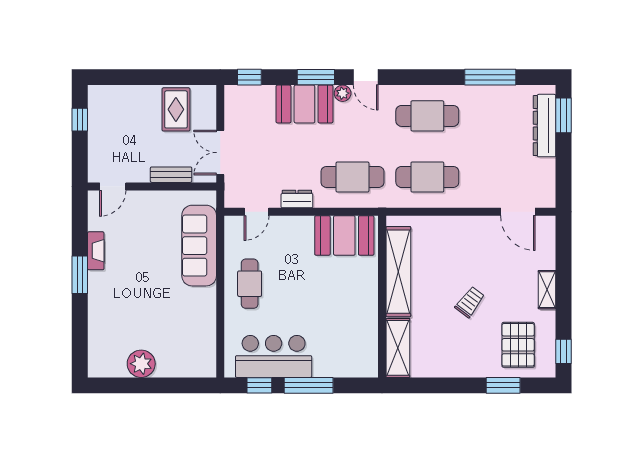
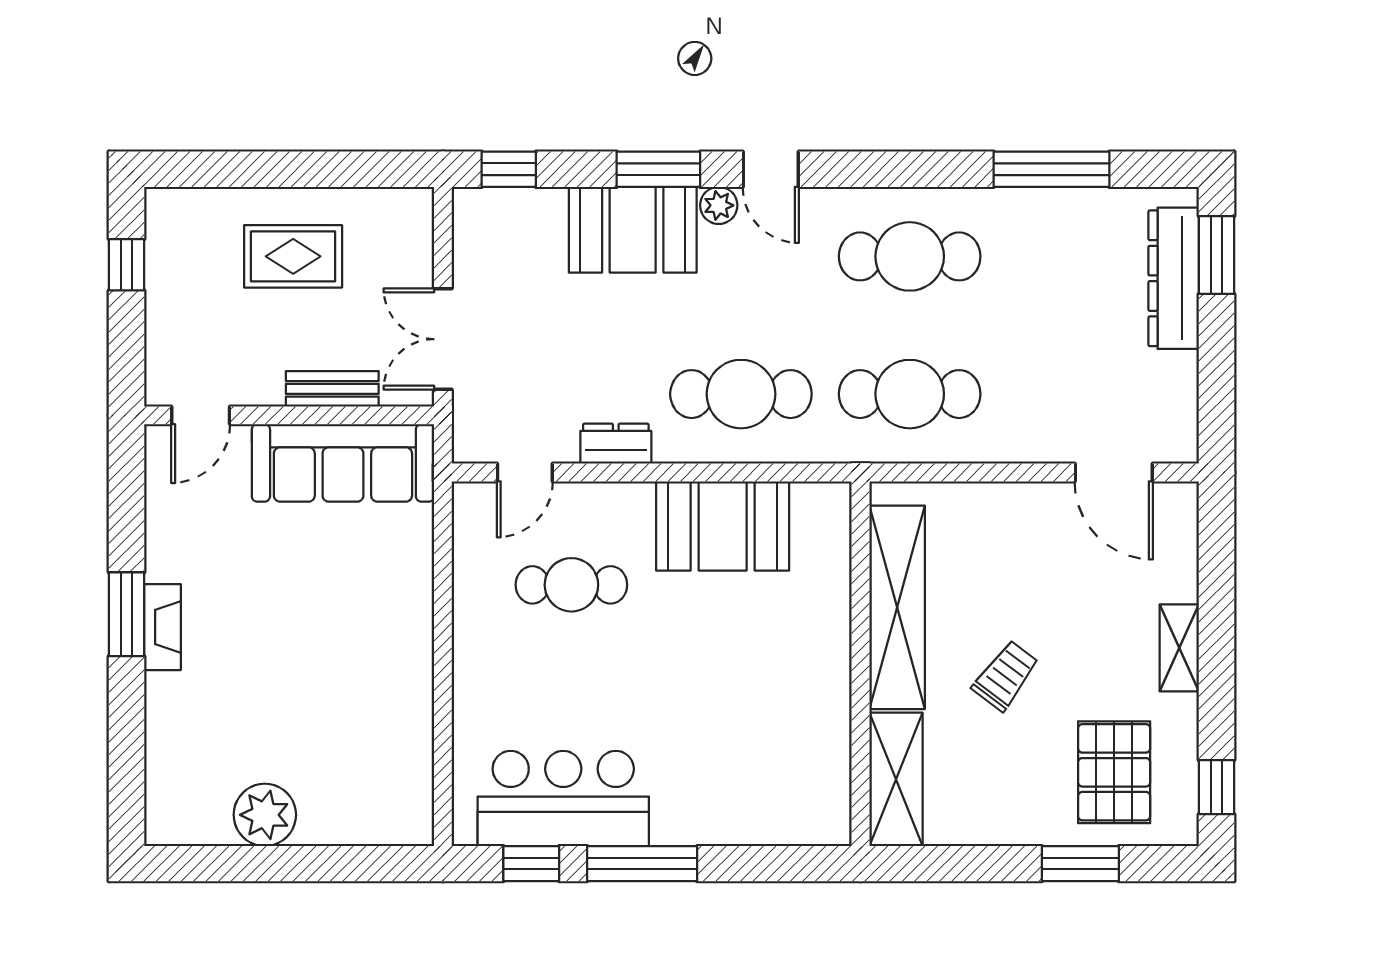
rug: (176, 109) -> (293, 256), moved, turned 90
sofa: (199, 246) -> (343, 463), moved, turned -90
fireplace: (96, 251) -> (162, 627), moved
shelving: (398, 272) -> (897, 607), moved
cafe table: (250, 284) -> (571, 585), moved, turned 90
wall: (382, 297) -> (860, 664), moved
shelving: (398, 348) -> (896, 779), moved

